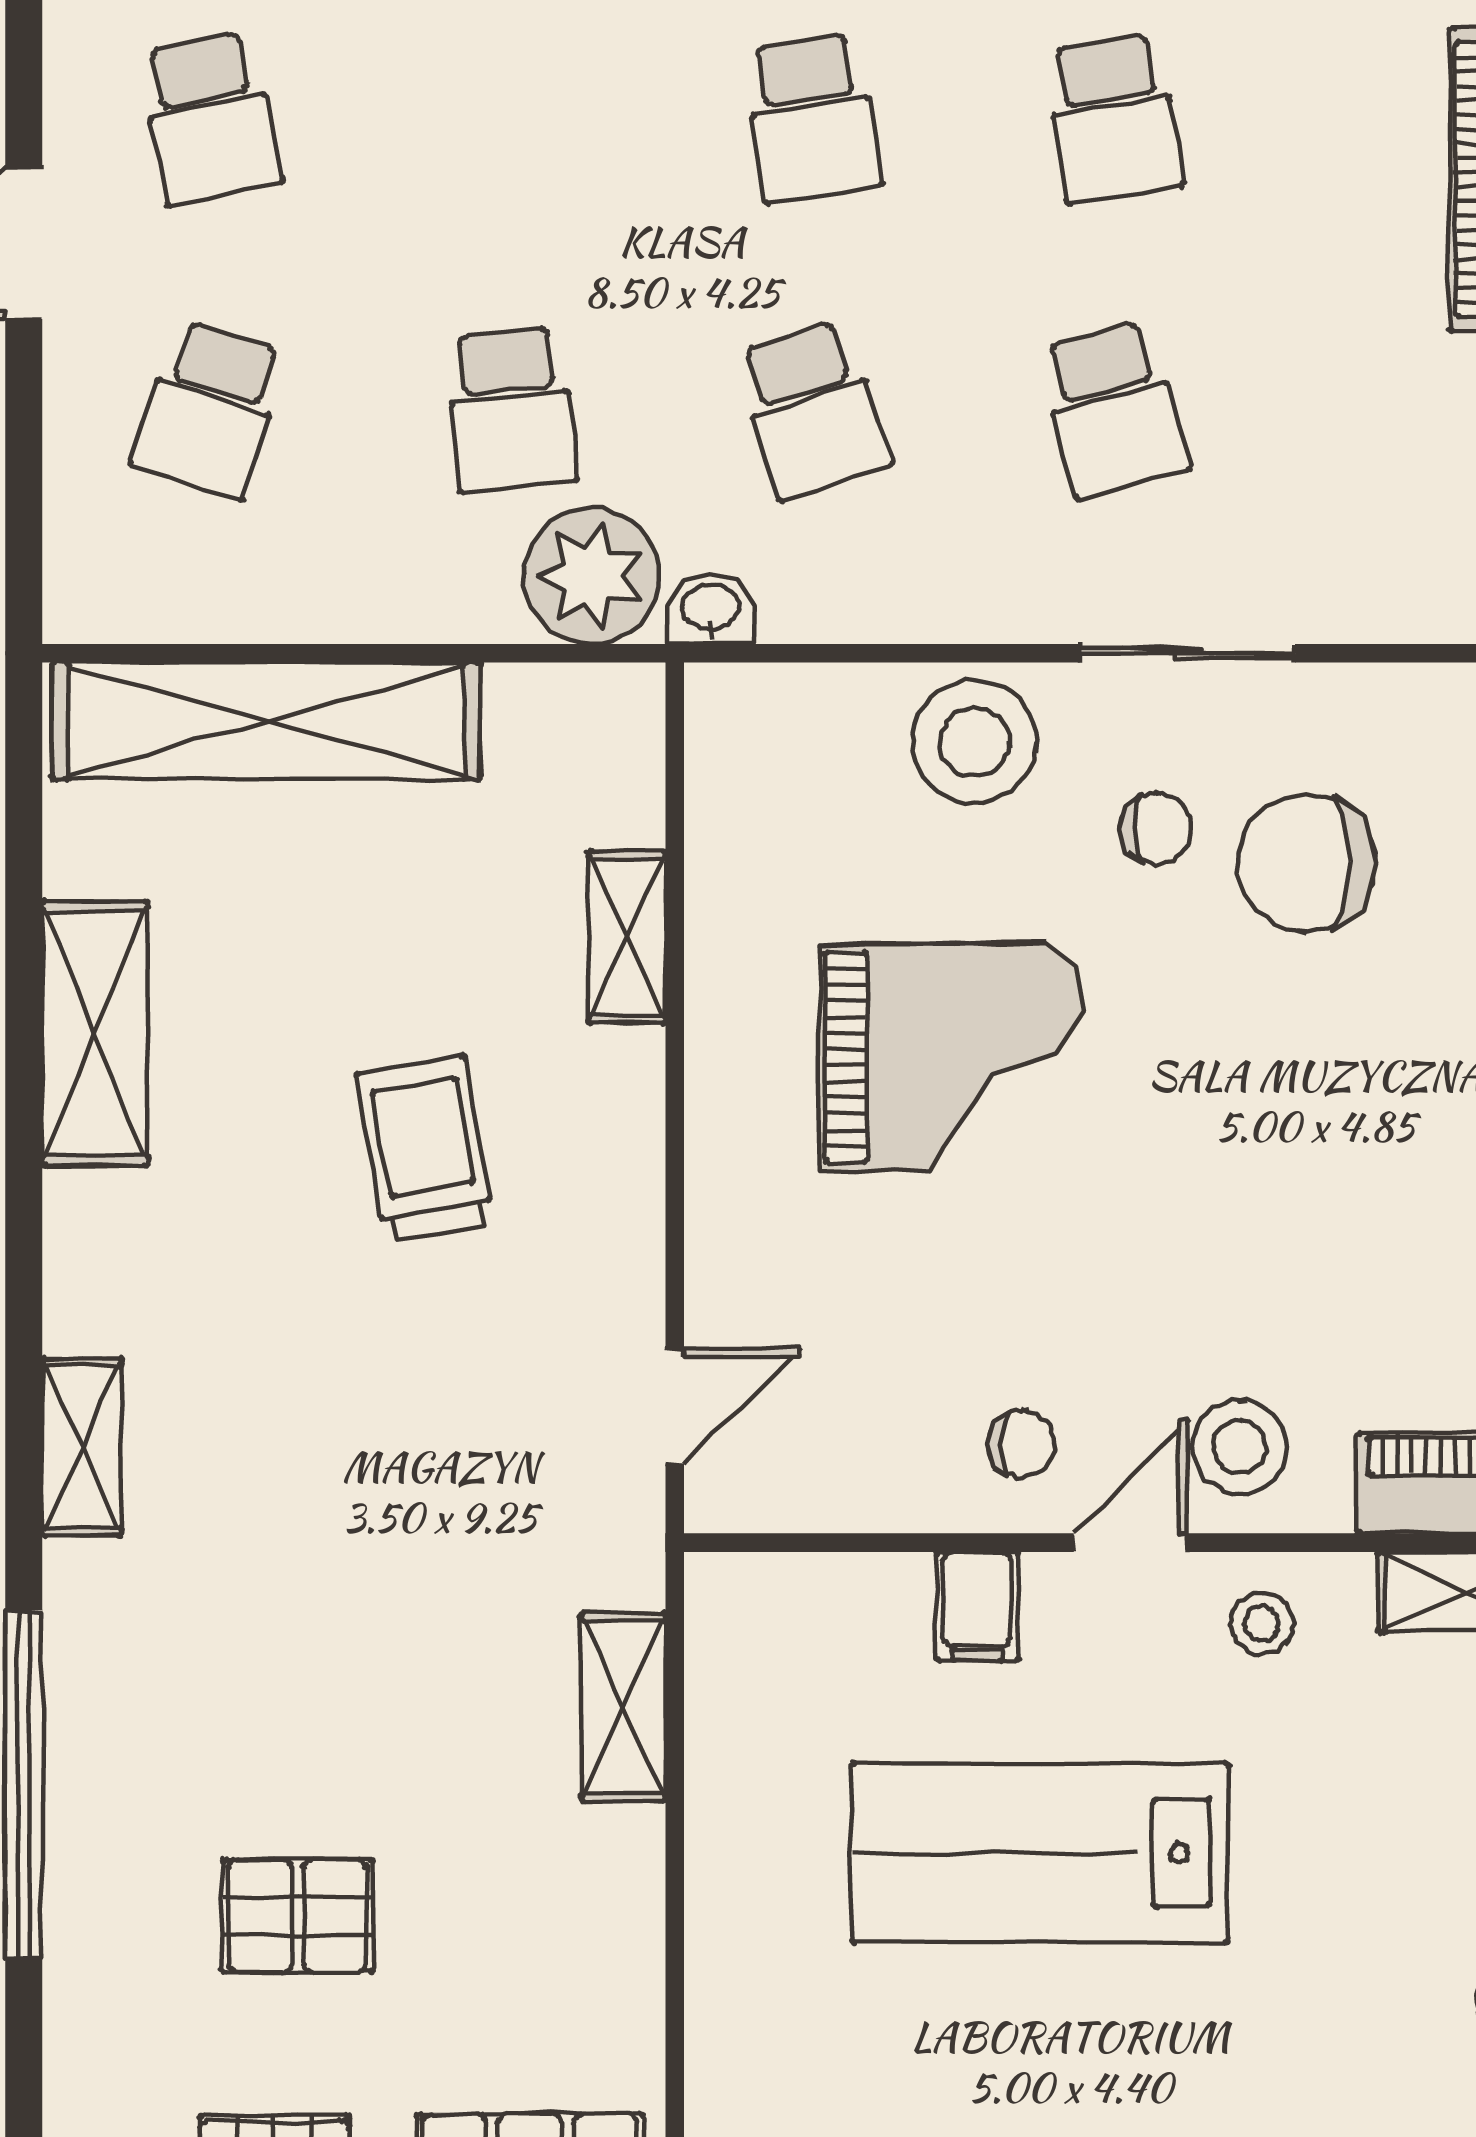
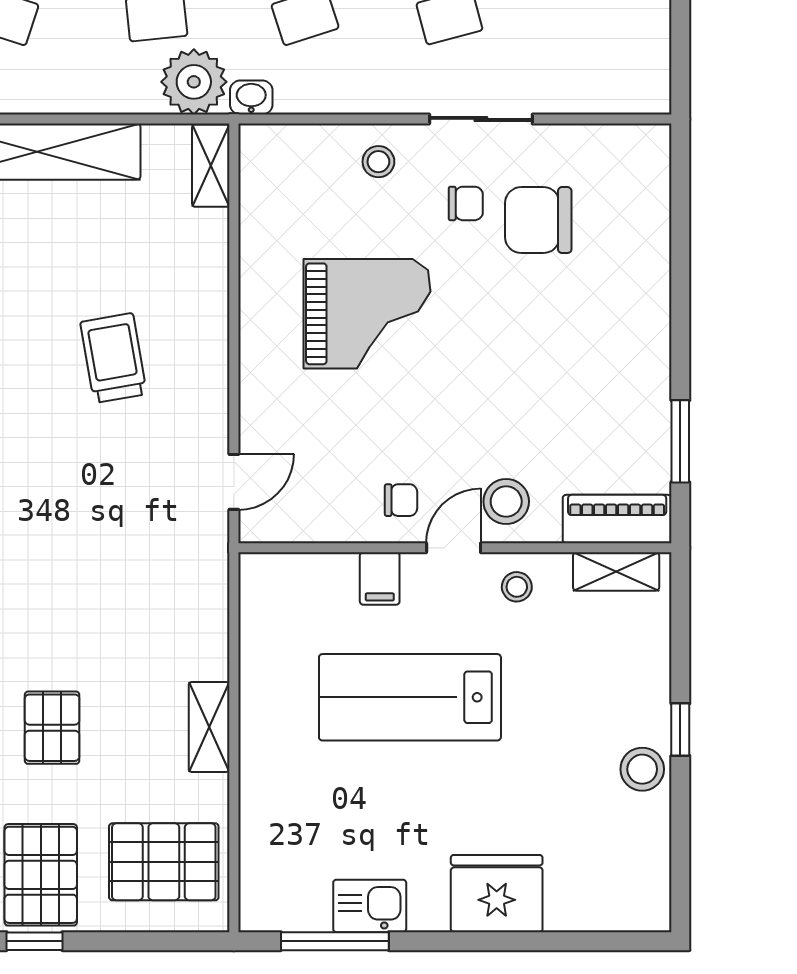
stool: (975, 742) -> (378, 162), width x0.53, depth x0.53
shelving: (627, 937) -> (211, 166), moved
shelving: (623, 1707) -> (209, 727), moved
pallet: (298, 1916) -> (52, 728), turned 90

